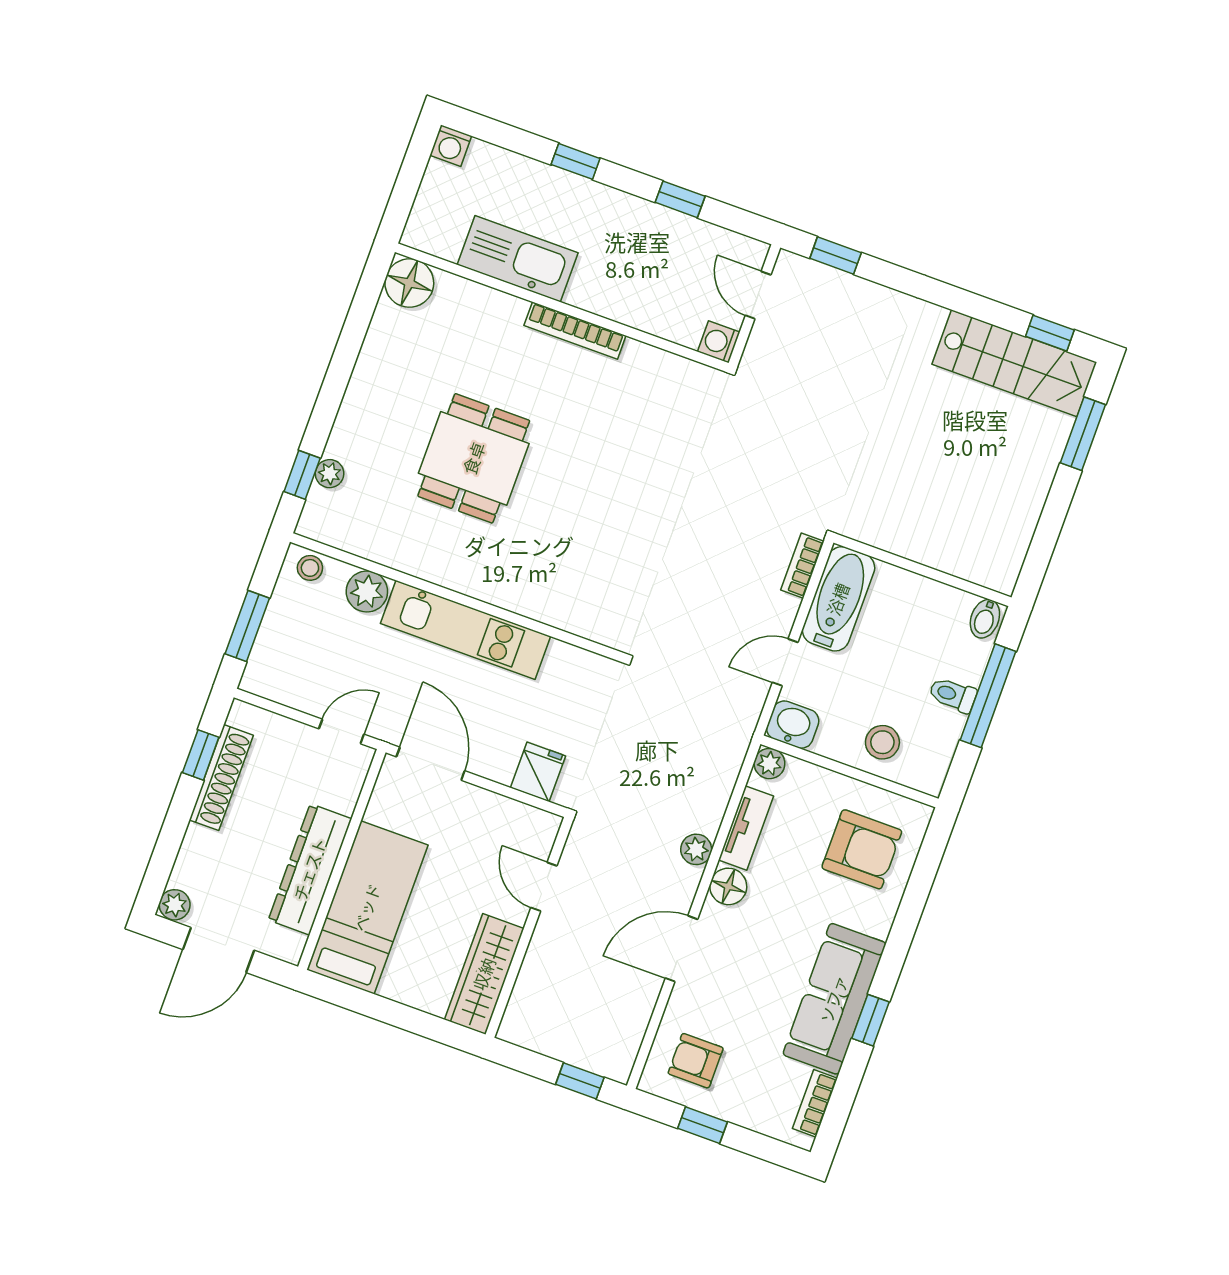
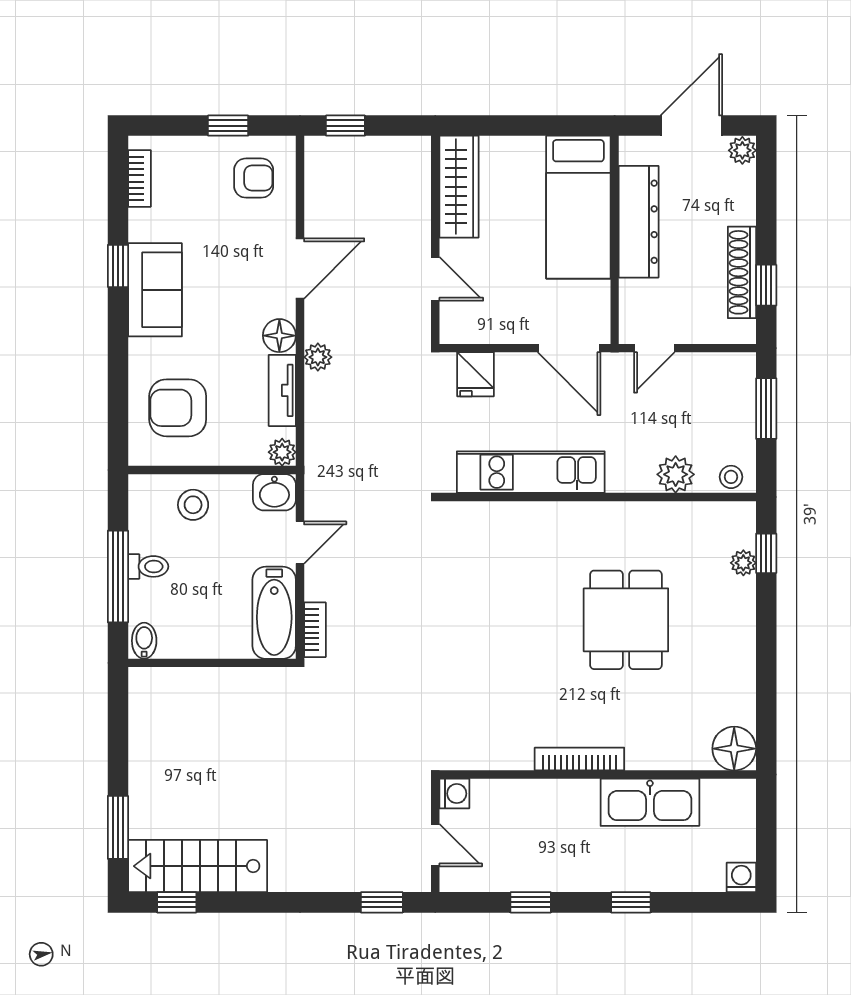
kitchen unit: (465, 630) -> (531, 472), moved
sofa: (834, 999) -> (155, 290), width x0.73

